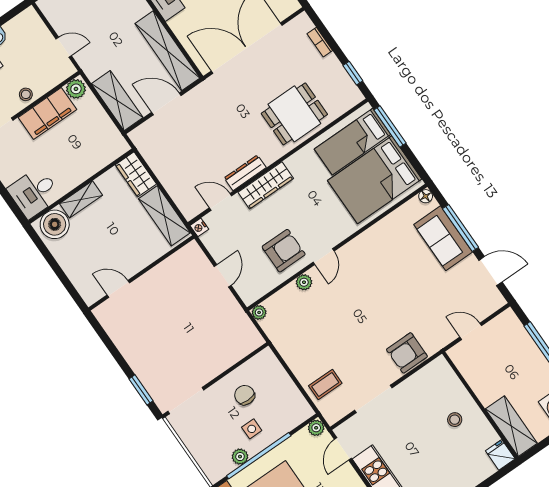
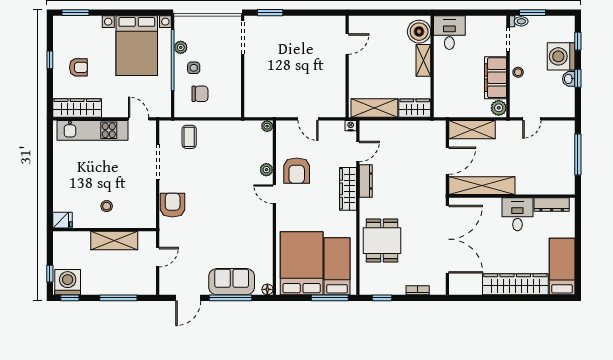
chair: (245, 395) -> (200, 94), moved
shelving: (511, 426) -> (114, 240), moved
plant: (316, 428) -> (165, 111), removed

